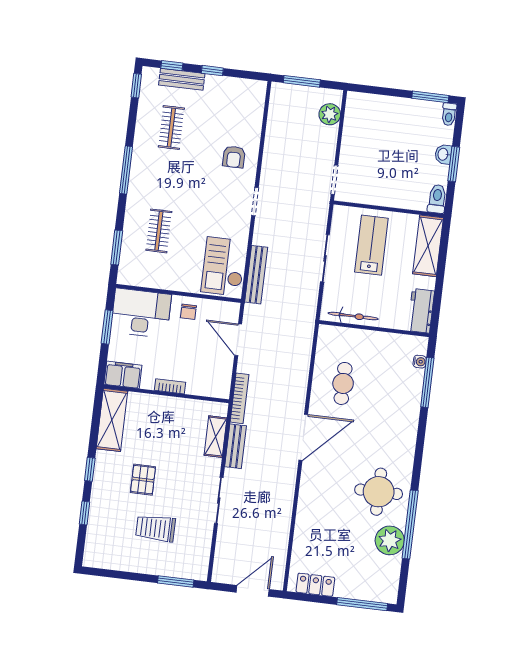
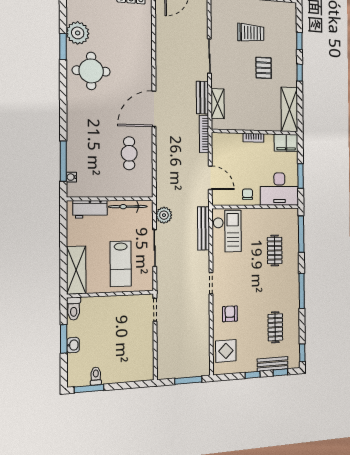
display table: (246, 109) -> (226, 351), added
plant: (330, 114) -> (164, 215), moved
toilet: (449, 114) -> (96, 376), moved
window: (117, 247) -> (301, 234), width x1.44
workbench: (421, 311) -> (90, 209), moved, turned 90
window: (410, 525) -> (63, 47), width x0.47

